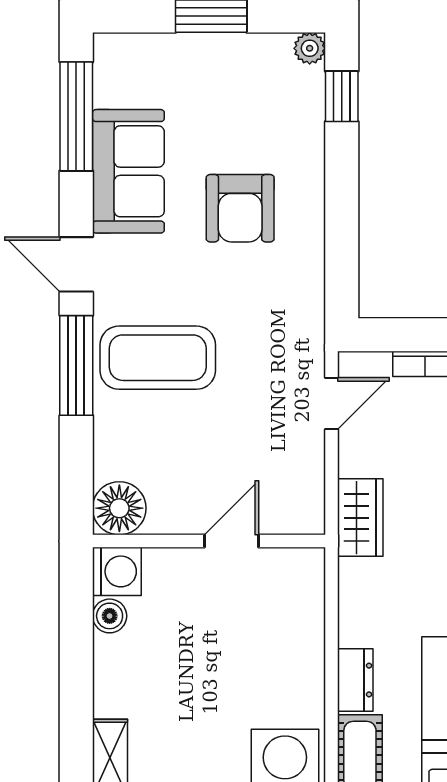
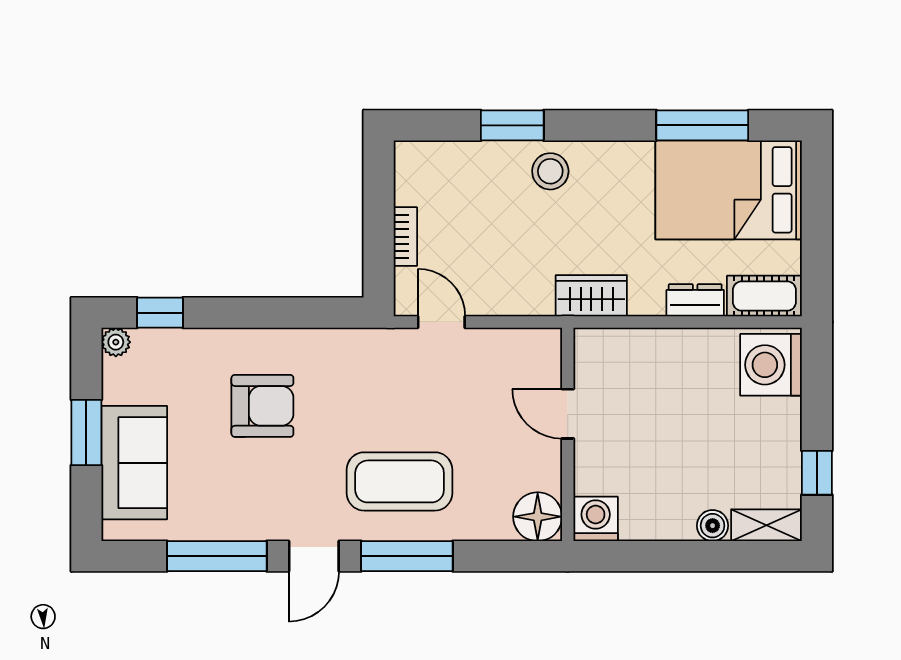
window: (76, 116) -> (217, 556), moved
sofa: (128, 171) -> (134, 463), moved, turned 90
coffee table: (158, 358) -> (400, 481), turned 90
wardrobe: (360, 518) -> (591, 296), moved
boiler: (110, 616) -> (713, 526), moved

